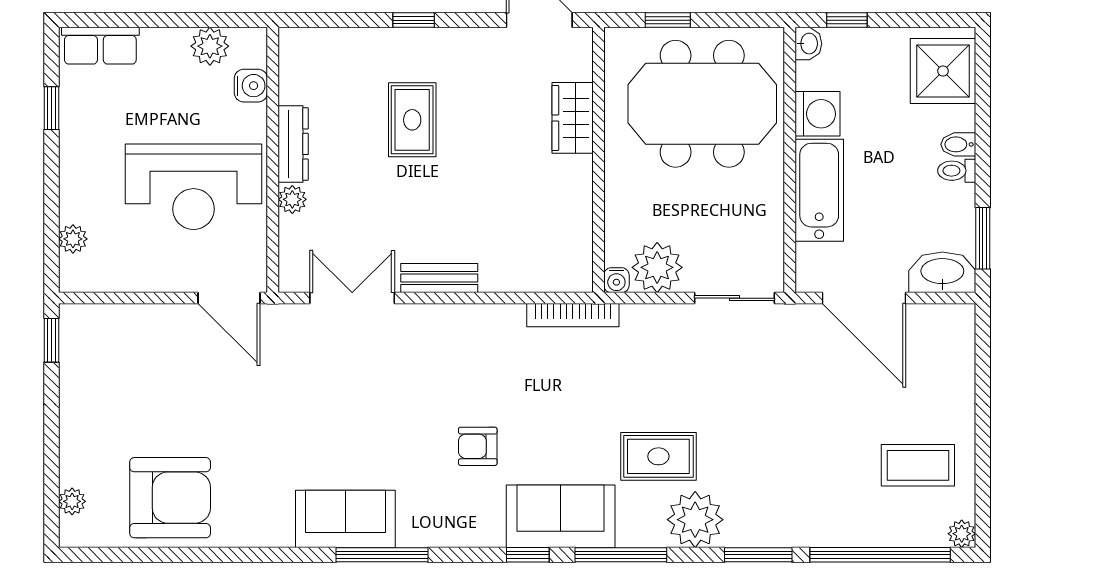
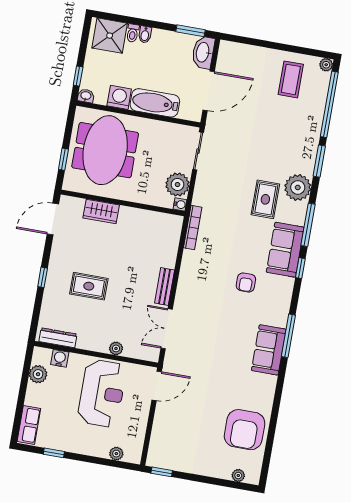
dresser: (293, 144) -> (58, 338), moved
toilet: (957, 171) -> (133, 33), moved
armchair: (170, 498) -> (245, 430), turned 180

